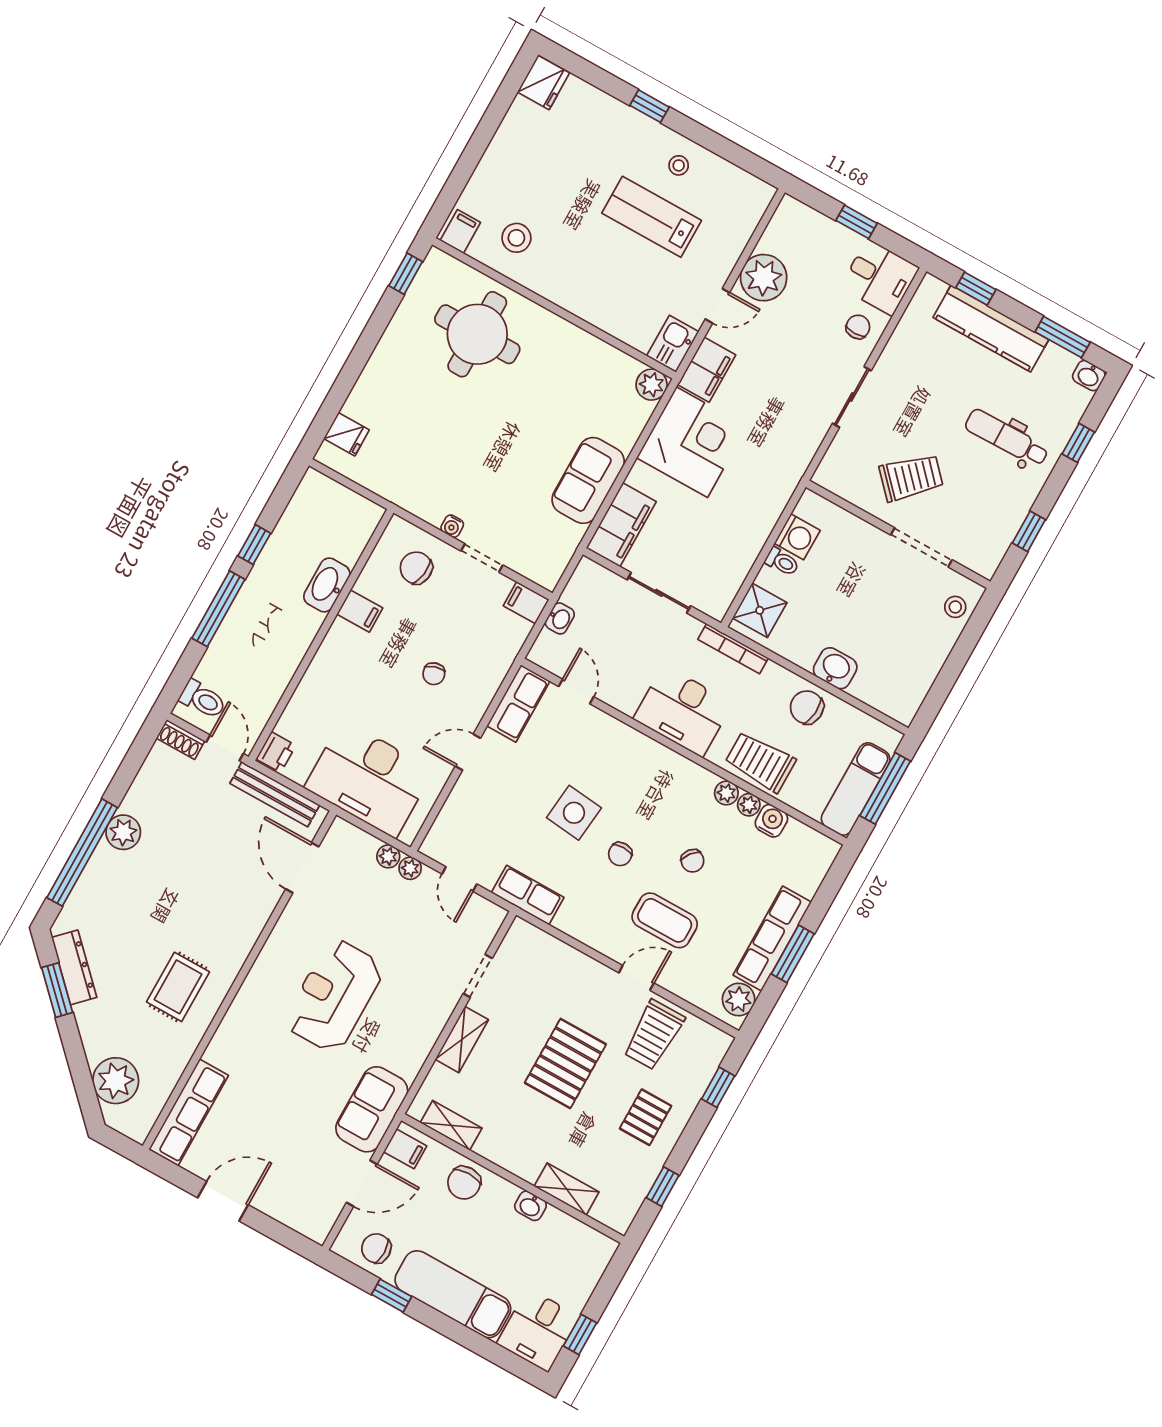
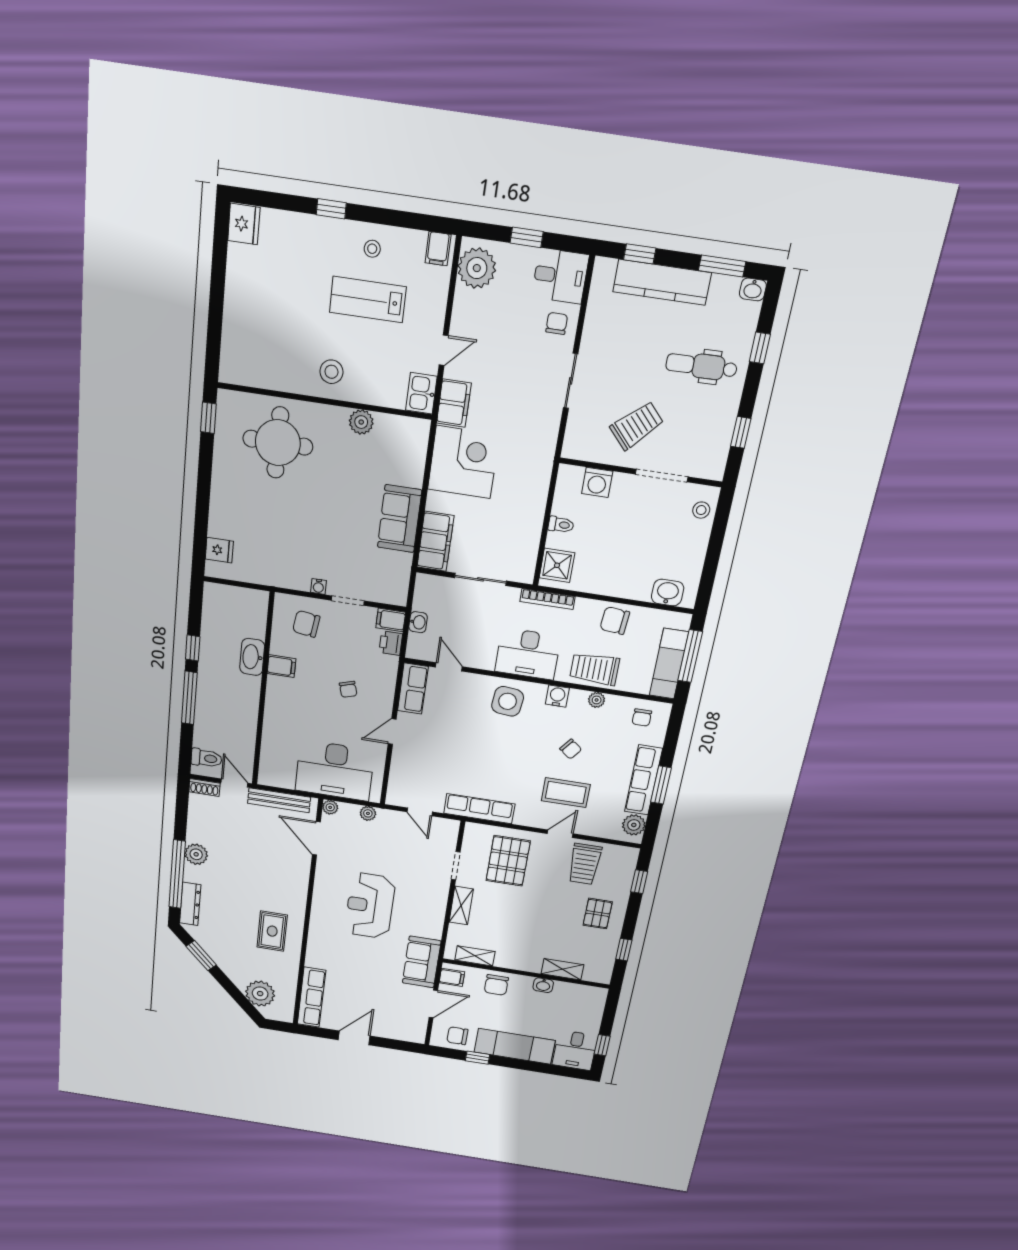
filing cabinet: (460, 232) -> (438, 249), moved, turned 180
stool: (516, 238) -> (331, 372), moved
plant: (764, 278) -> (477, 268), moved
plant: (652, 385) -> (361, 422), moved
washing machine: (797, 537) -> (597, 482), moved, turned 90
washbasin: (835, 668) -> (668, 593), moved
printer: (276, 752) -> (391, 643), moved, turned 180
plant: (726, 793) -> (578, 698), removed
side table: (574, 813) -> (508, 701), moved
water cooler: (771, 821) -> (557, 696), moved
chair: (620, 854) -> (642, 717), moved
plant: (410, 868) -> (330, 807), moved
row of seats: (528, 895) -> (479, 809), width x1.48
dresser: (74, 967) -> (190, 904), moved, turned 45
pallet: (565, 1063) -> (508, 861), moved

